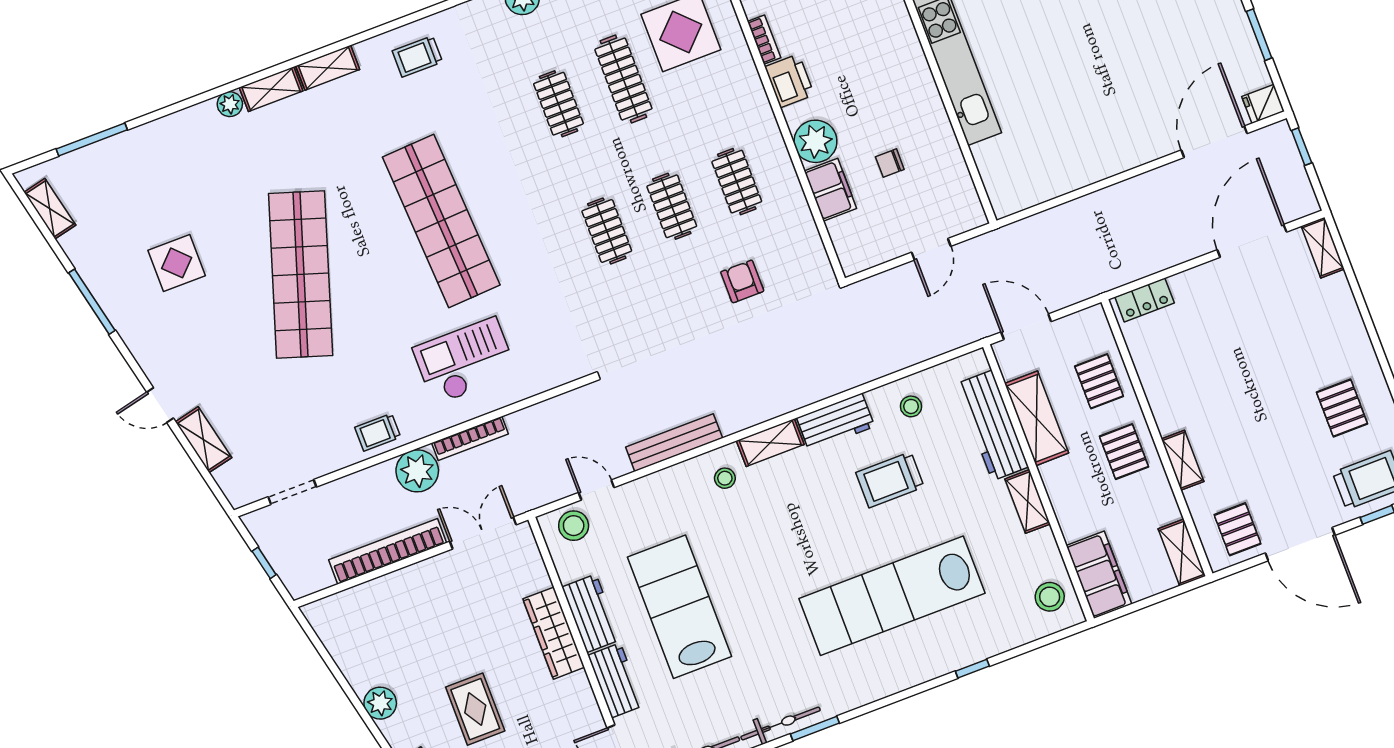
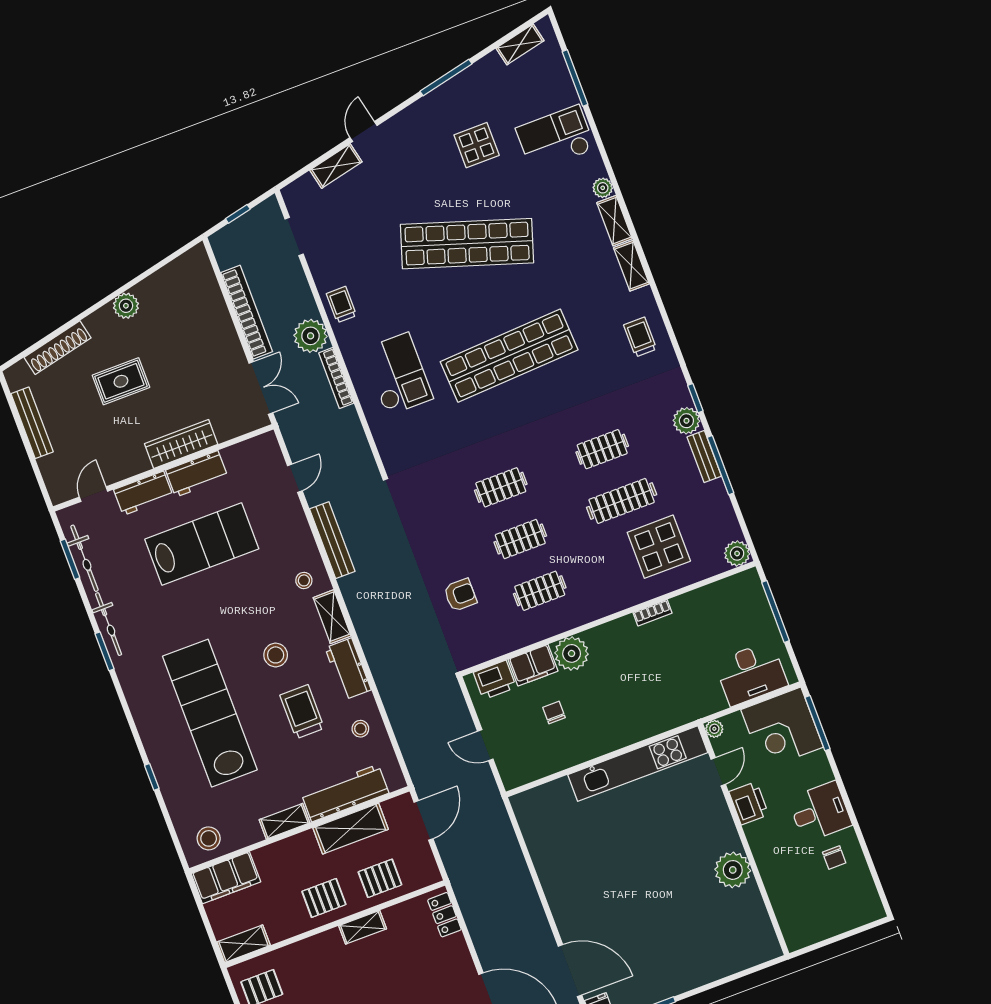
printer: (789, 81) -> (495, 680), moved
checkout: (168, 164) -> (555, 139), added
shelving: (1182, 460) -> (363, 927), moved
stool: (574, 526) -> (276, 655), moved

